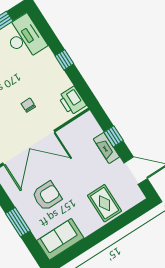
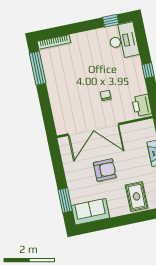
armchair: (47, 196) -> (105, 170), moved
window: (18, 222) -> (65, 200), moved

